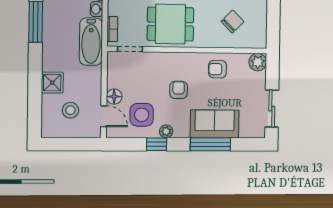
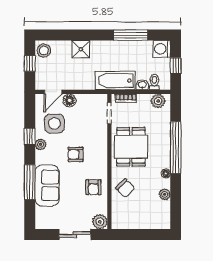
chair: (232, 22) -> (125, 188), moved
armchair: (217, 69) -> (93, 187), turned 180
armchair: (179, 90) -> (76, 154), turned 180
sliding door: (272, 109) -> (75, 235), moved
stool: (70, 110) -> (44, 51), moved
window: (69, 144) -> (30, 64), added

